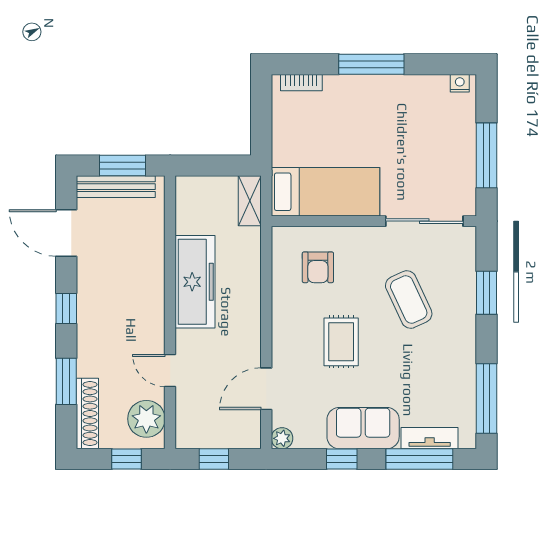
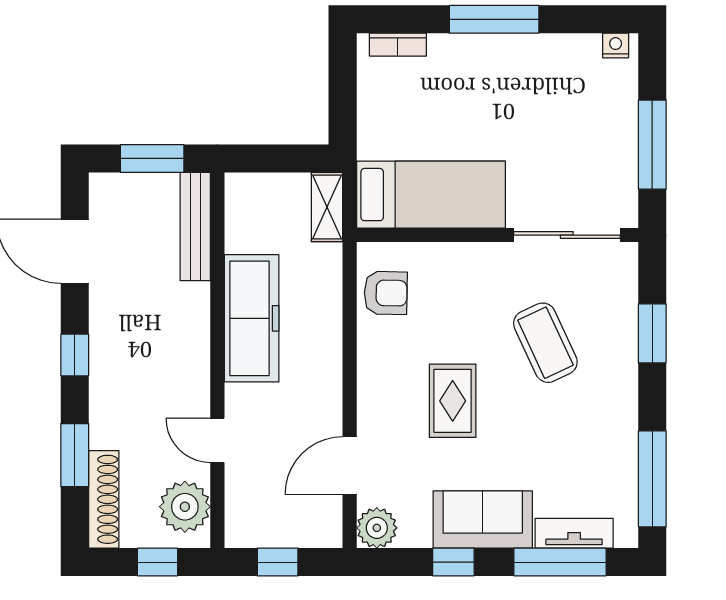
bench: (116, 187) -> (195, 227), moved, turned 90
armchair: (318, 267) -> (386, 293), moved, turned -89
plant: (282, 438) -> (377, 528), width x1.38, depth x1.38

